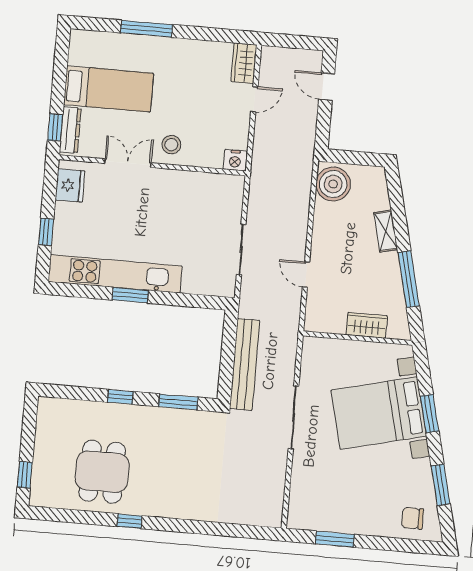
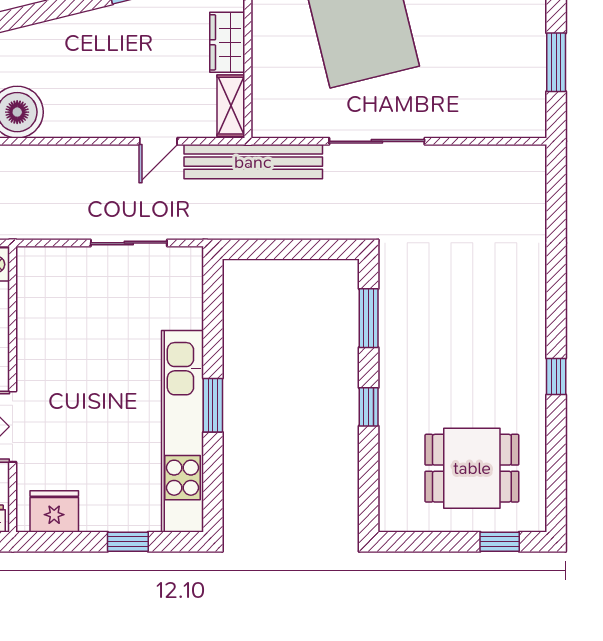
shelving: (386, 231) -> (231, 106), moved, turned -76
bench: (245, 364) -> (253, 162), moved
dining table: (102, 472) -> (472, 468), moved

